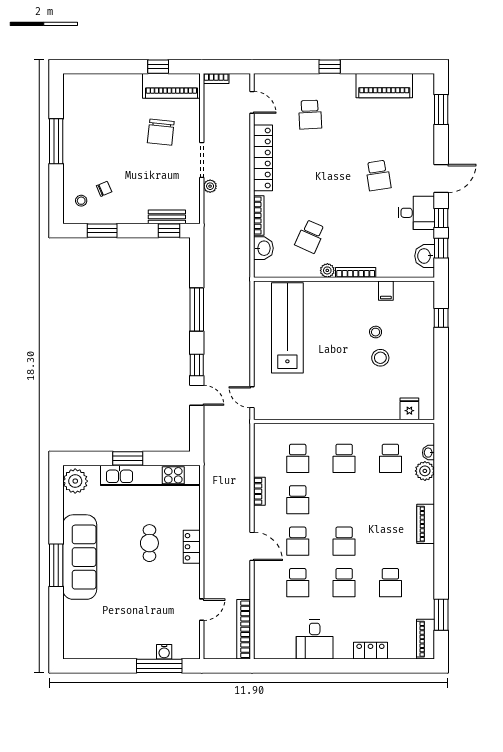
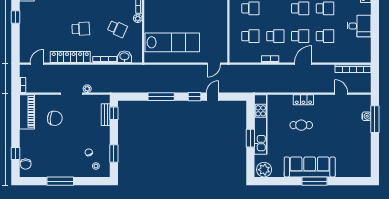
window: (158, 67) -> (16, 154), moved
chair: (84, 84) -> (26, 164), added
school desk: (310, 115) -> (81, 29), moved
lab bench: (287, 328) -> (172, 42), turned 180

